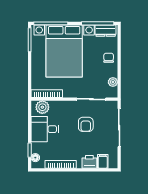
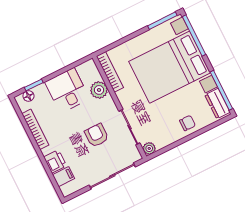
plant: (113, 82) -> (149, 148), moved
plant: (42, 107) -> (99, 90), moved
armchair: (86, 124) -> (97, 135), turned 90

